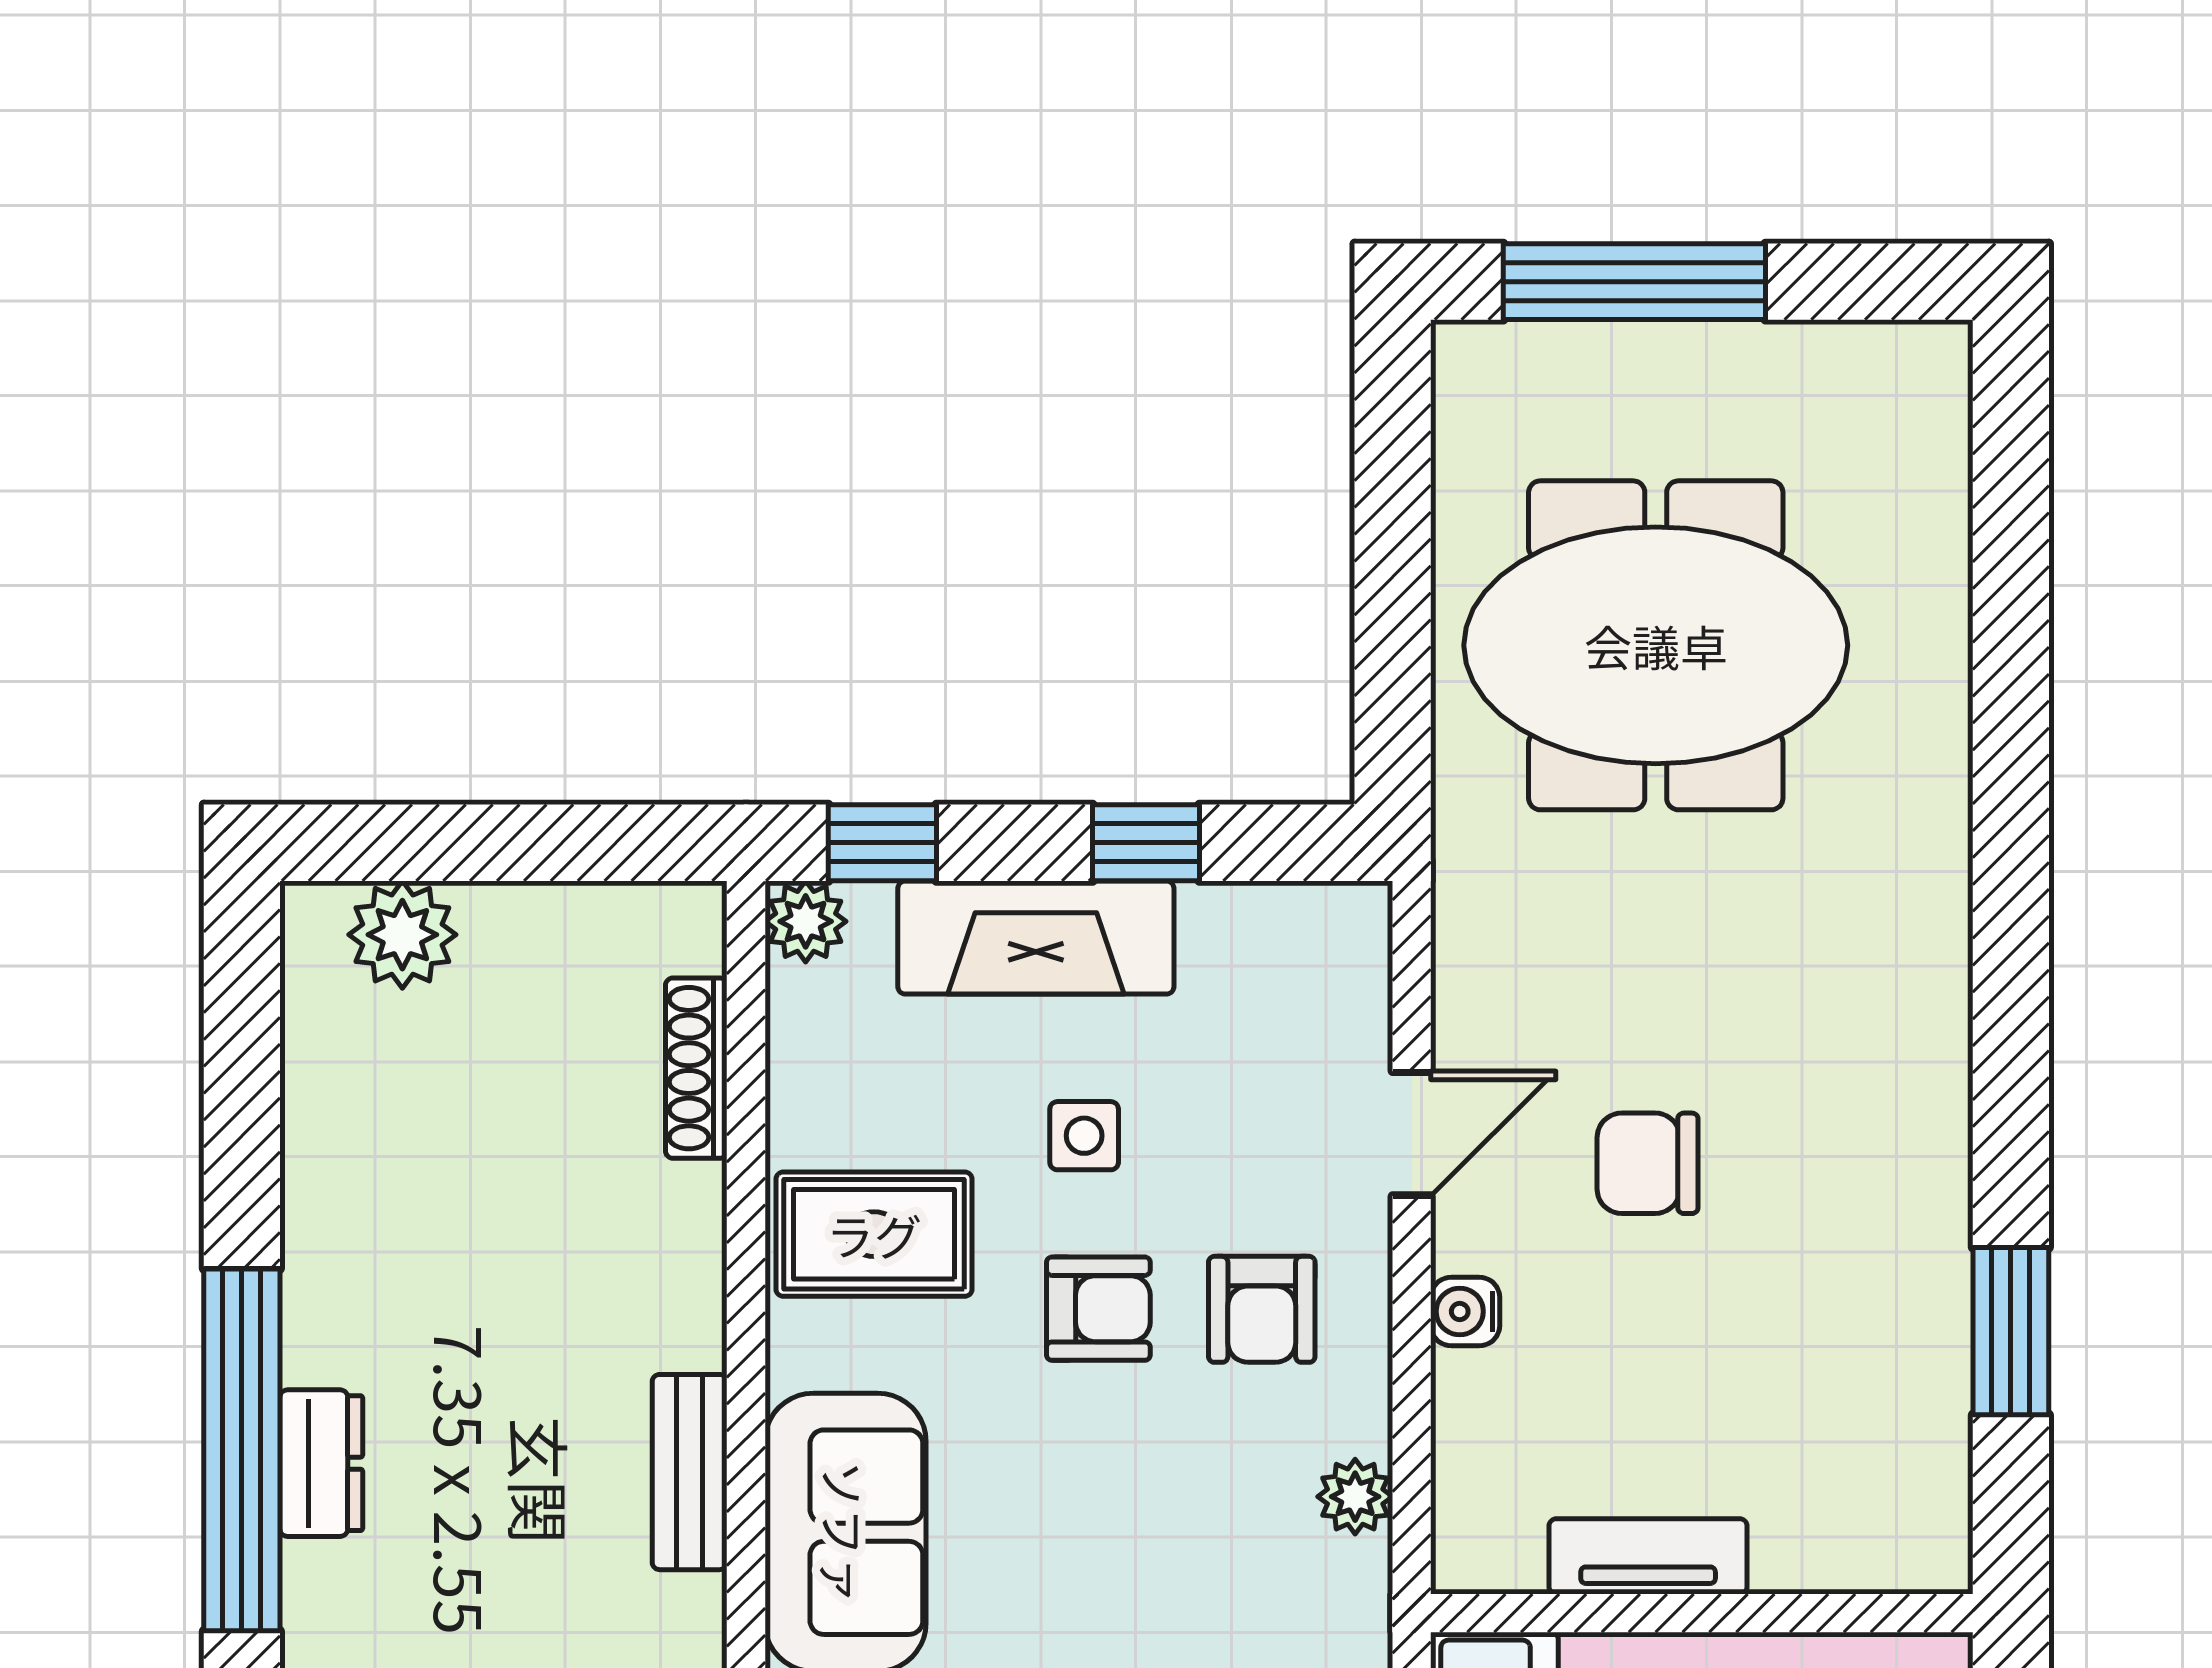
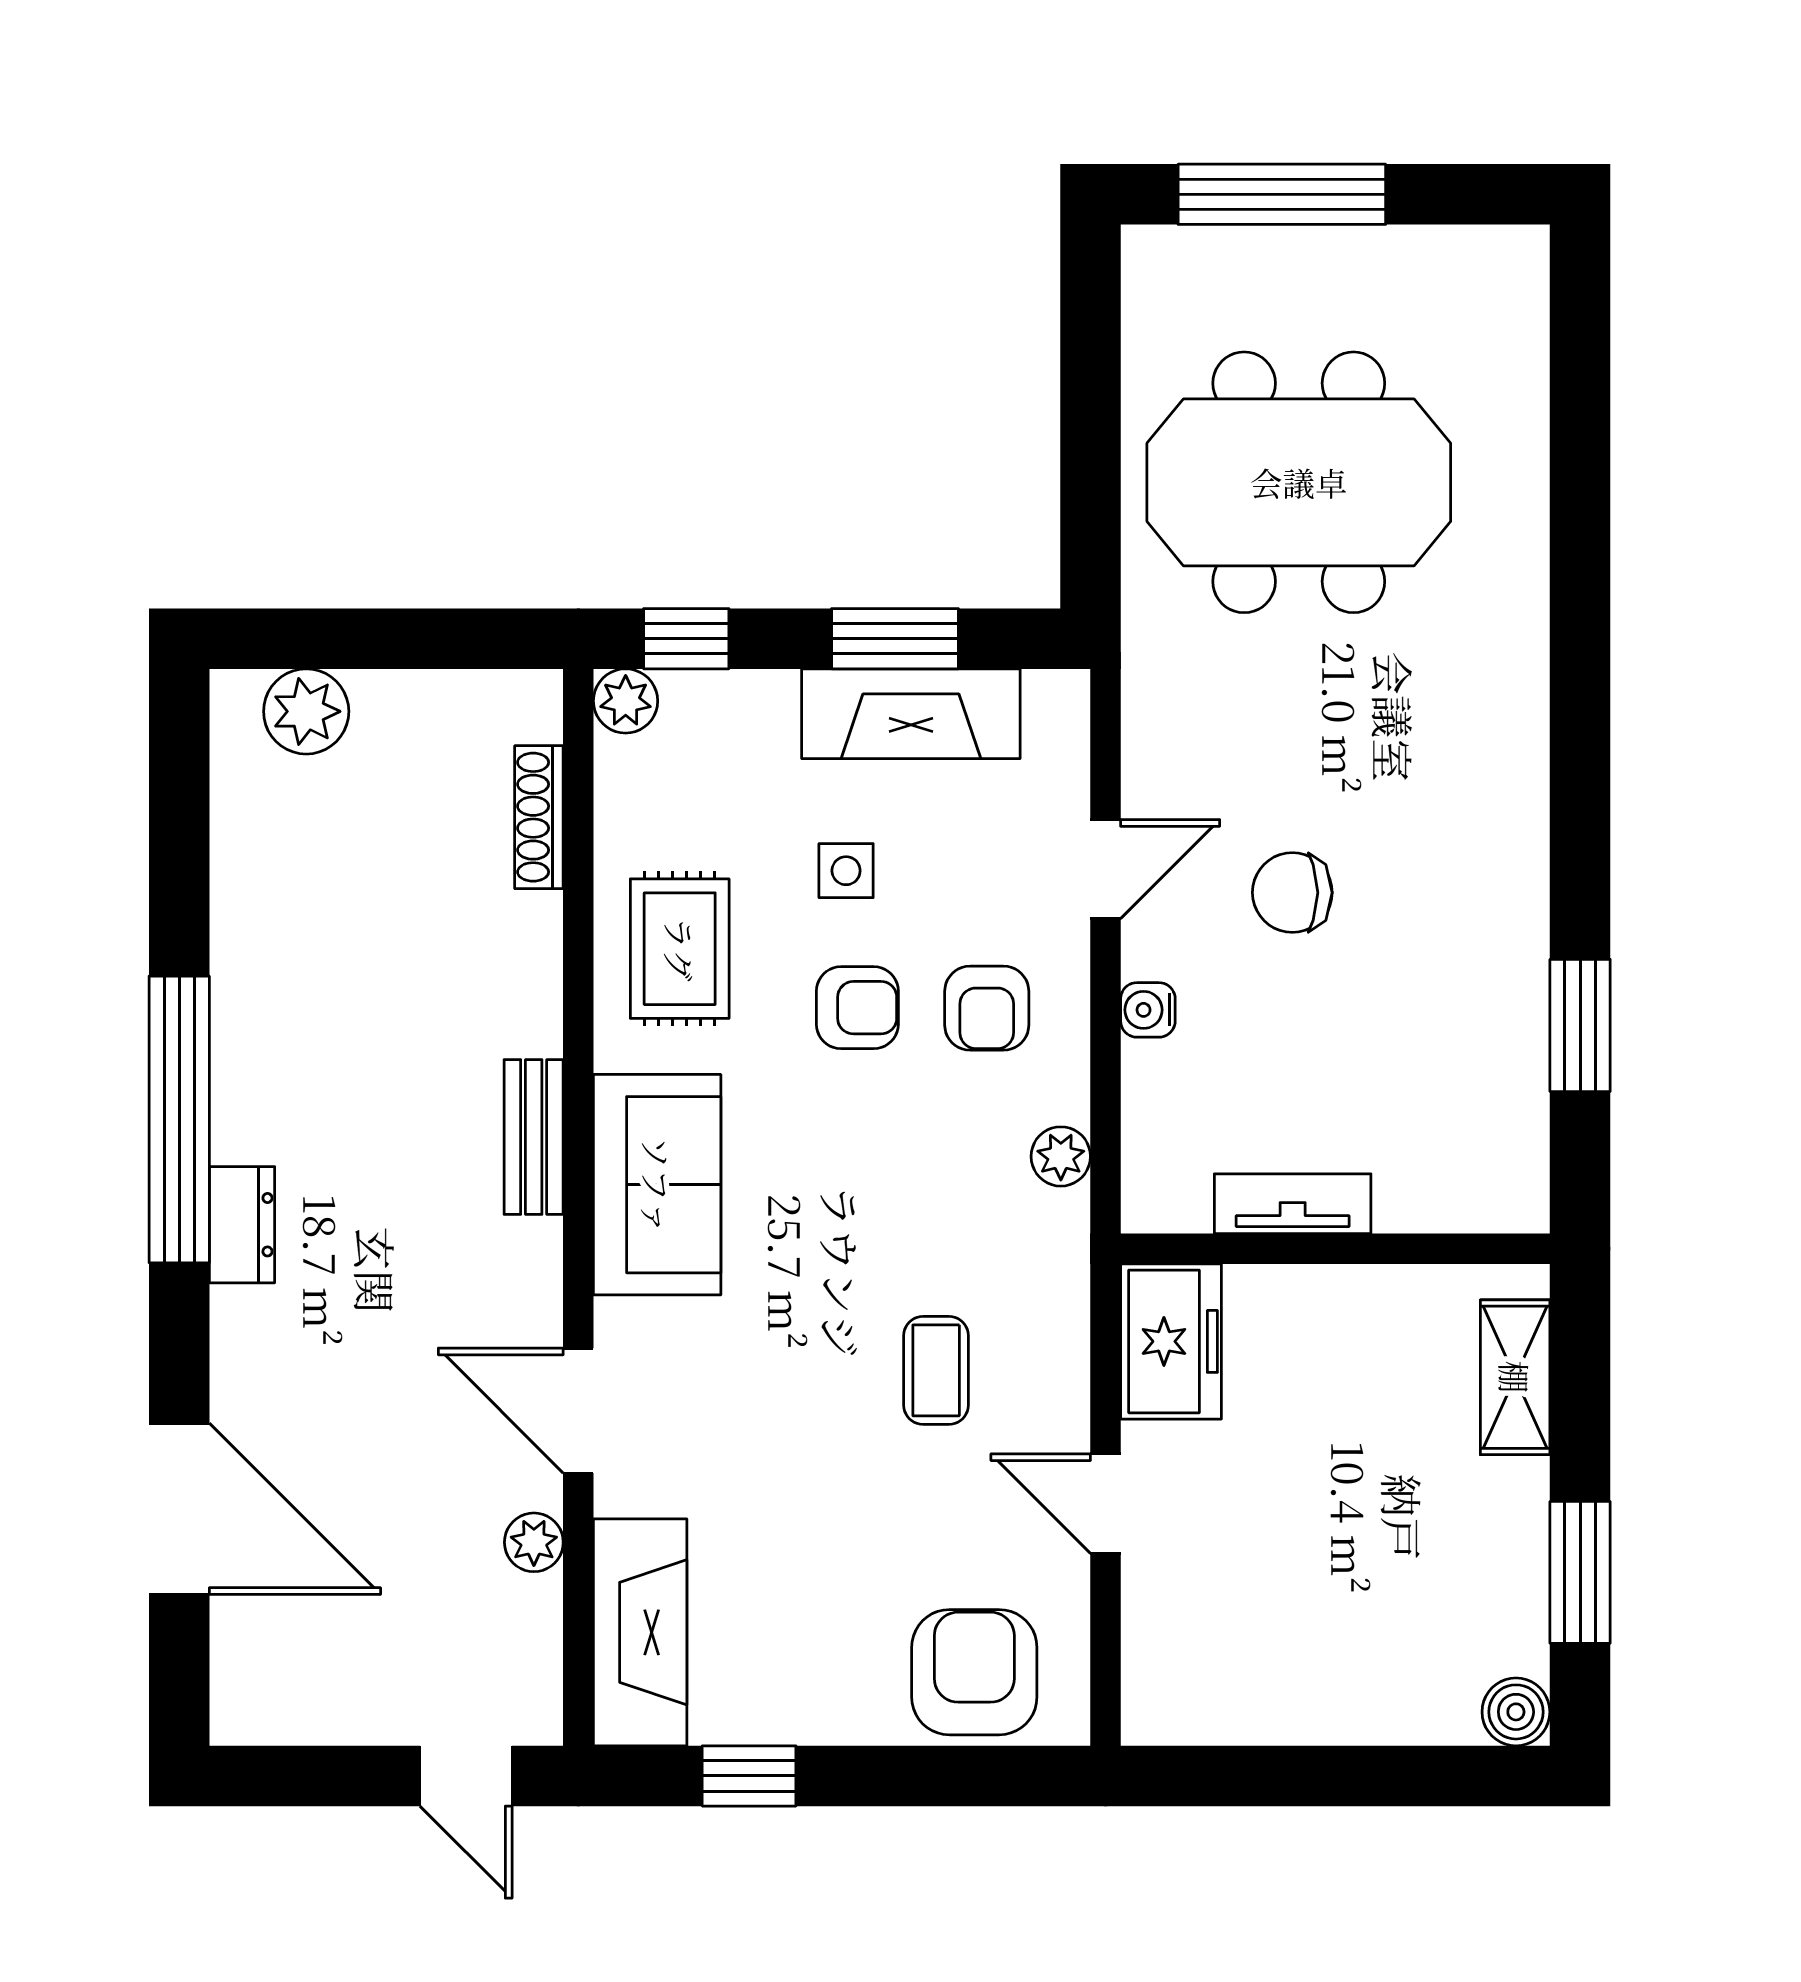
window: (1146, 843) -> (895, 639), width x1.50
fireplace: (1036, 938) -> (911, 714), moved
rug: (874, 1234) -> (680, 949), turned 90
dresser: (321, 1463) -> (242, 1225), moved

